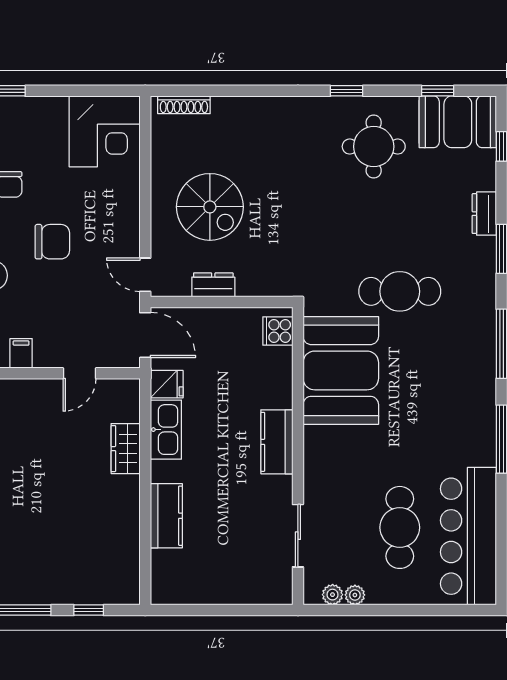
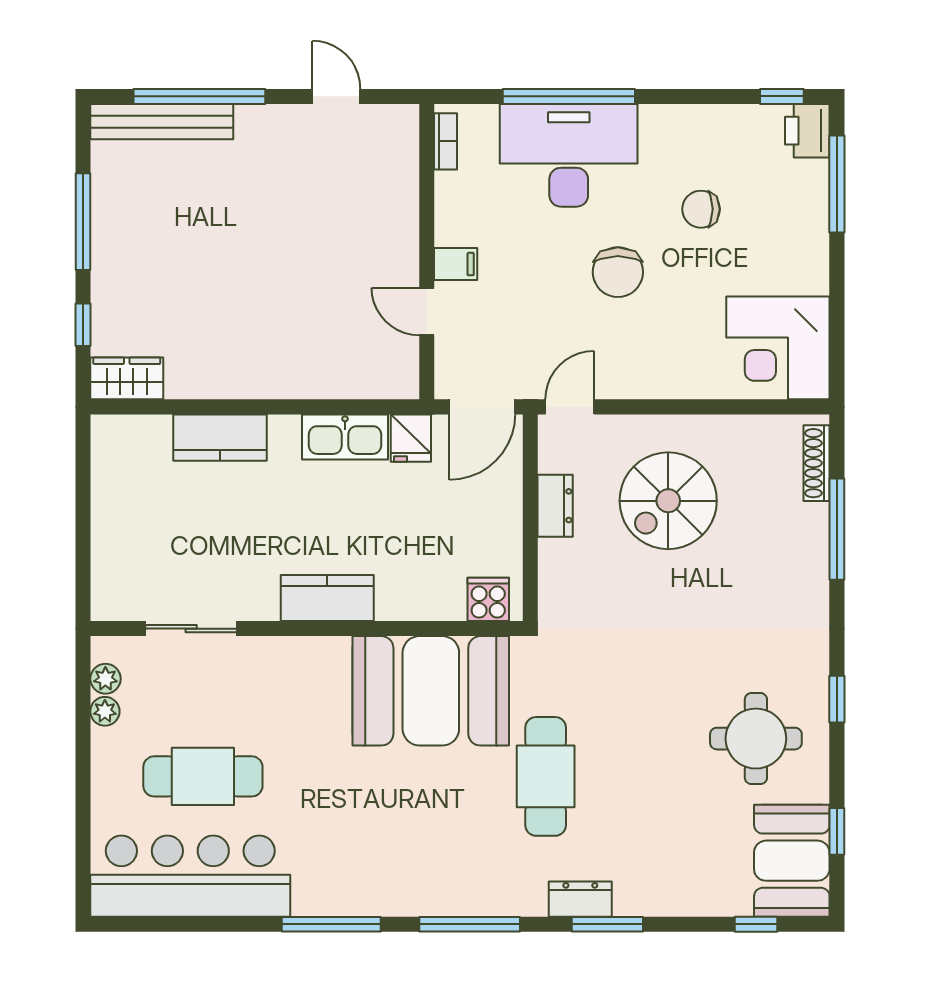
window: (229, 91) -> (837, 529), added
dresser: (484, 214) -> (580, 899), moved
filing cabinet: (21, 353) -> (456, 264), moved
wardrobe: (126, 449) -> (127, 378), moved

